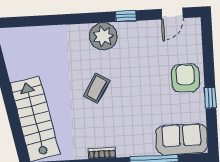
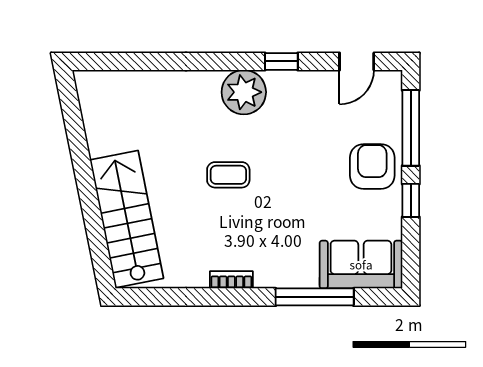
window: (208, 53) -> (411, 128), added
coffee table: (97, 88) -> (228, 175), turned 59

